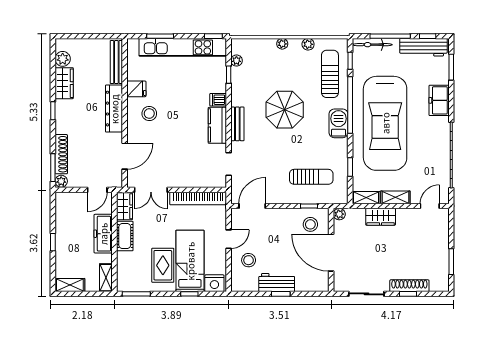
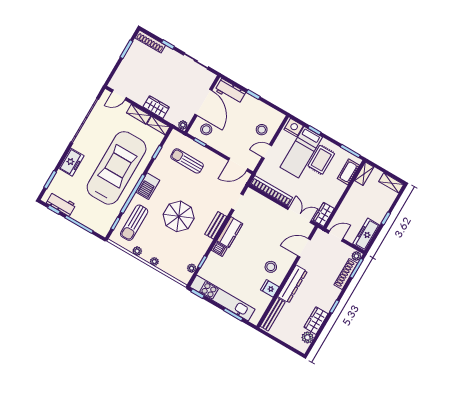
bicycle: (372, 45) -> (94, 226), removed
workbench: (423, 47) -> (61, 204), width x0.73
freezer: (103, 234) -> (366, 234), moved, turned 180
cot: (125, 236) -> (348, 172), moved
workbench: (277, 283) -> (230, 91), moved
shoe rack: (409, 286) -> (150, 42), moved

